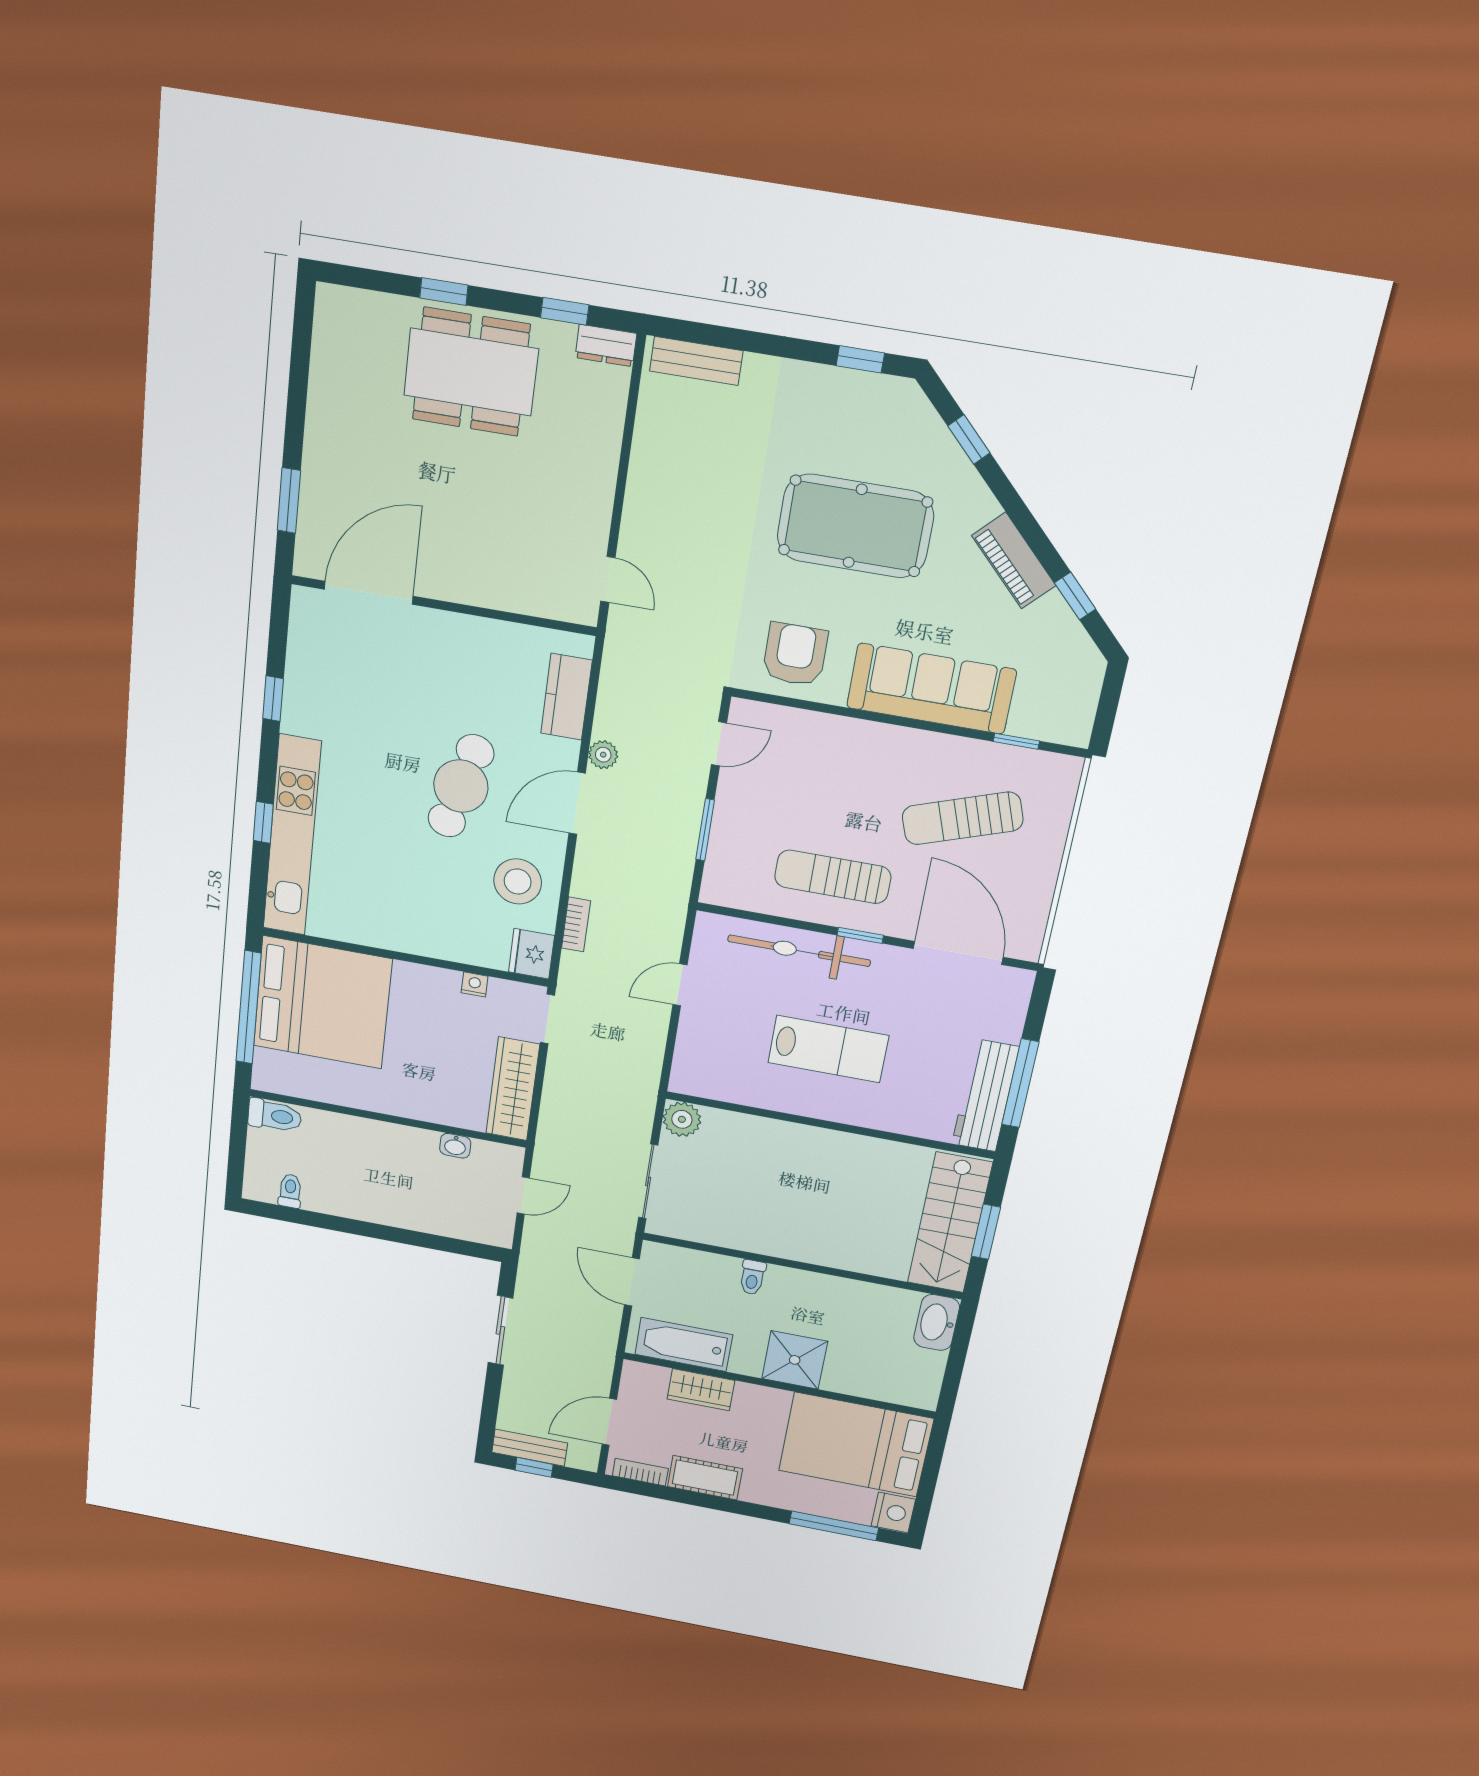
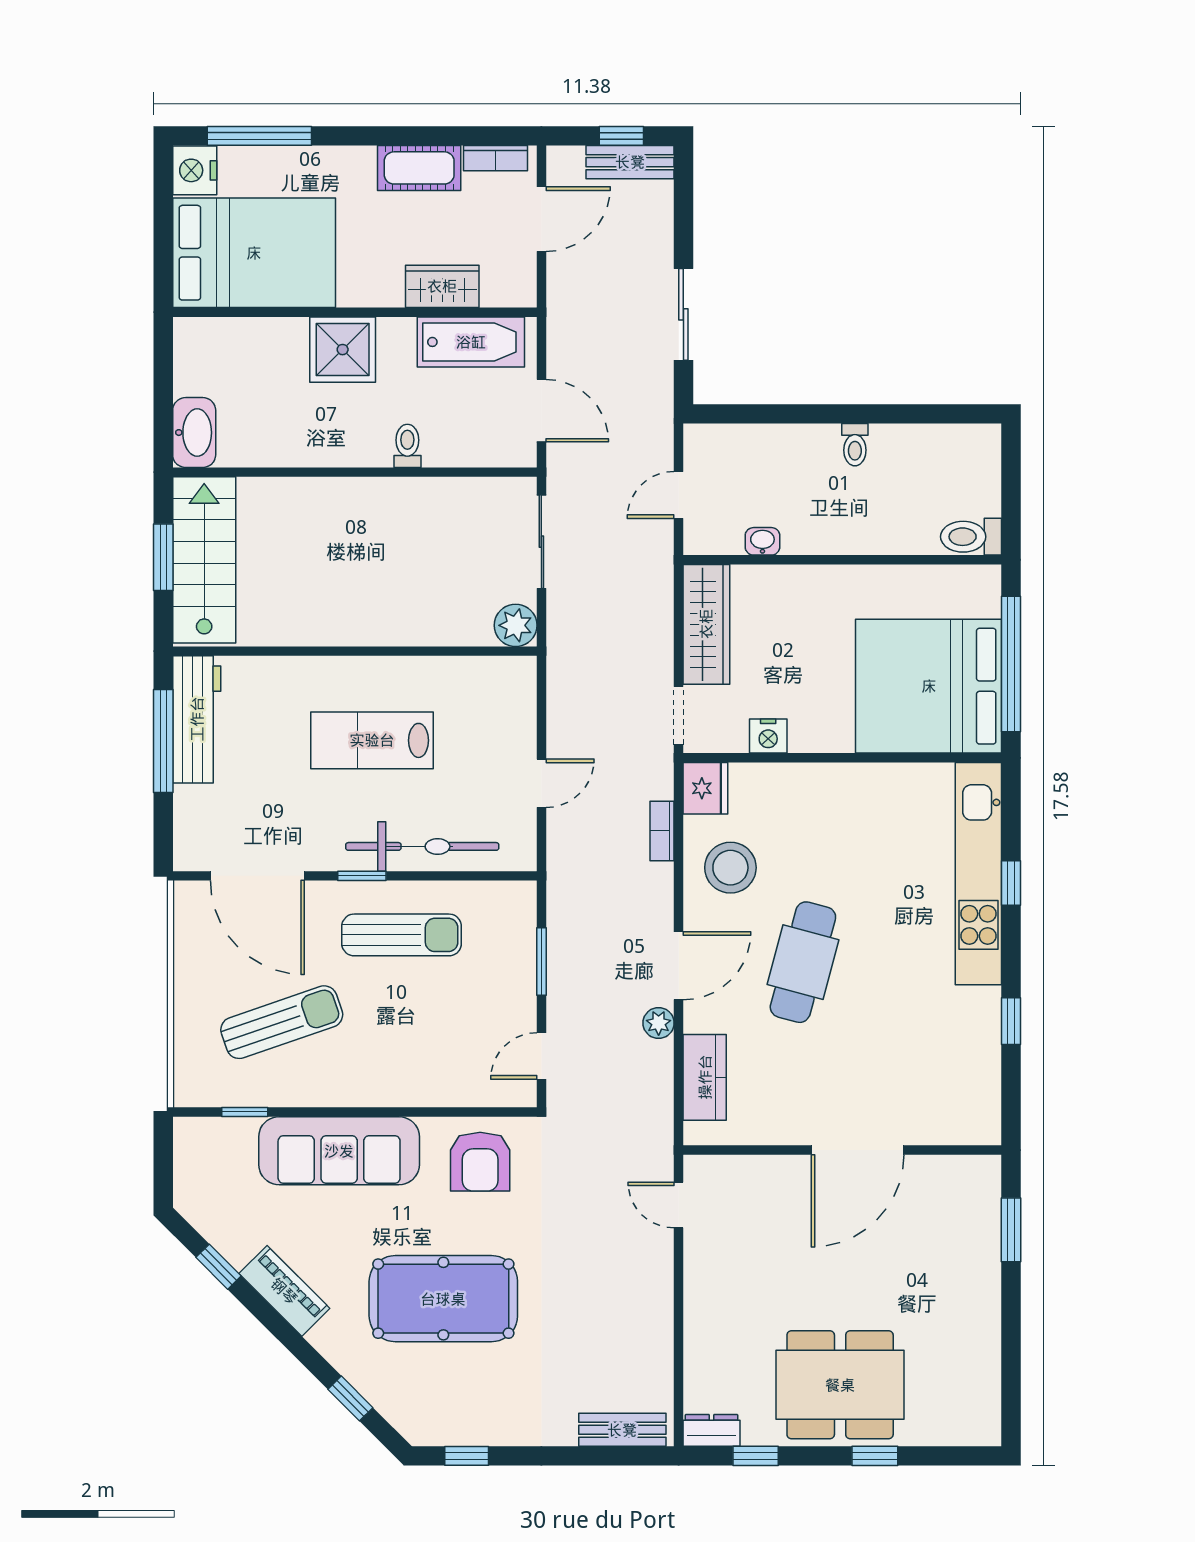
door: (369, 593) -> (858, 1150), moved
nightstand: (475, 984) -> (768, 736), width x1.39, depth x1.35
toilet: (290, 1191) -> (855, 445), moved

